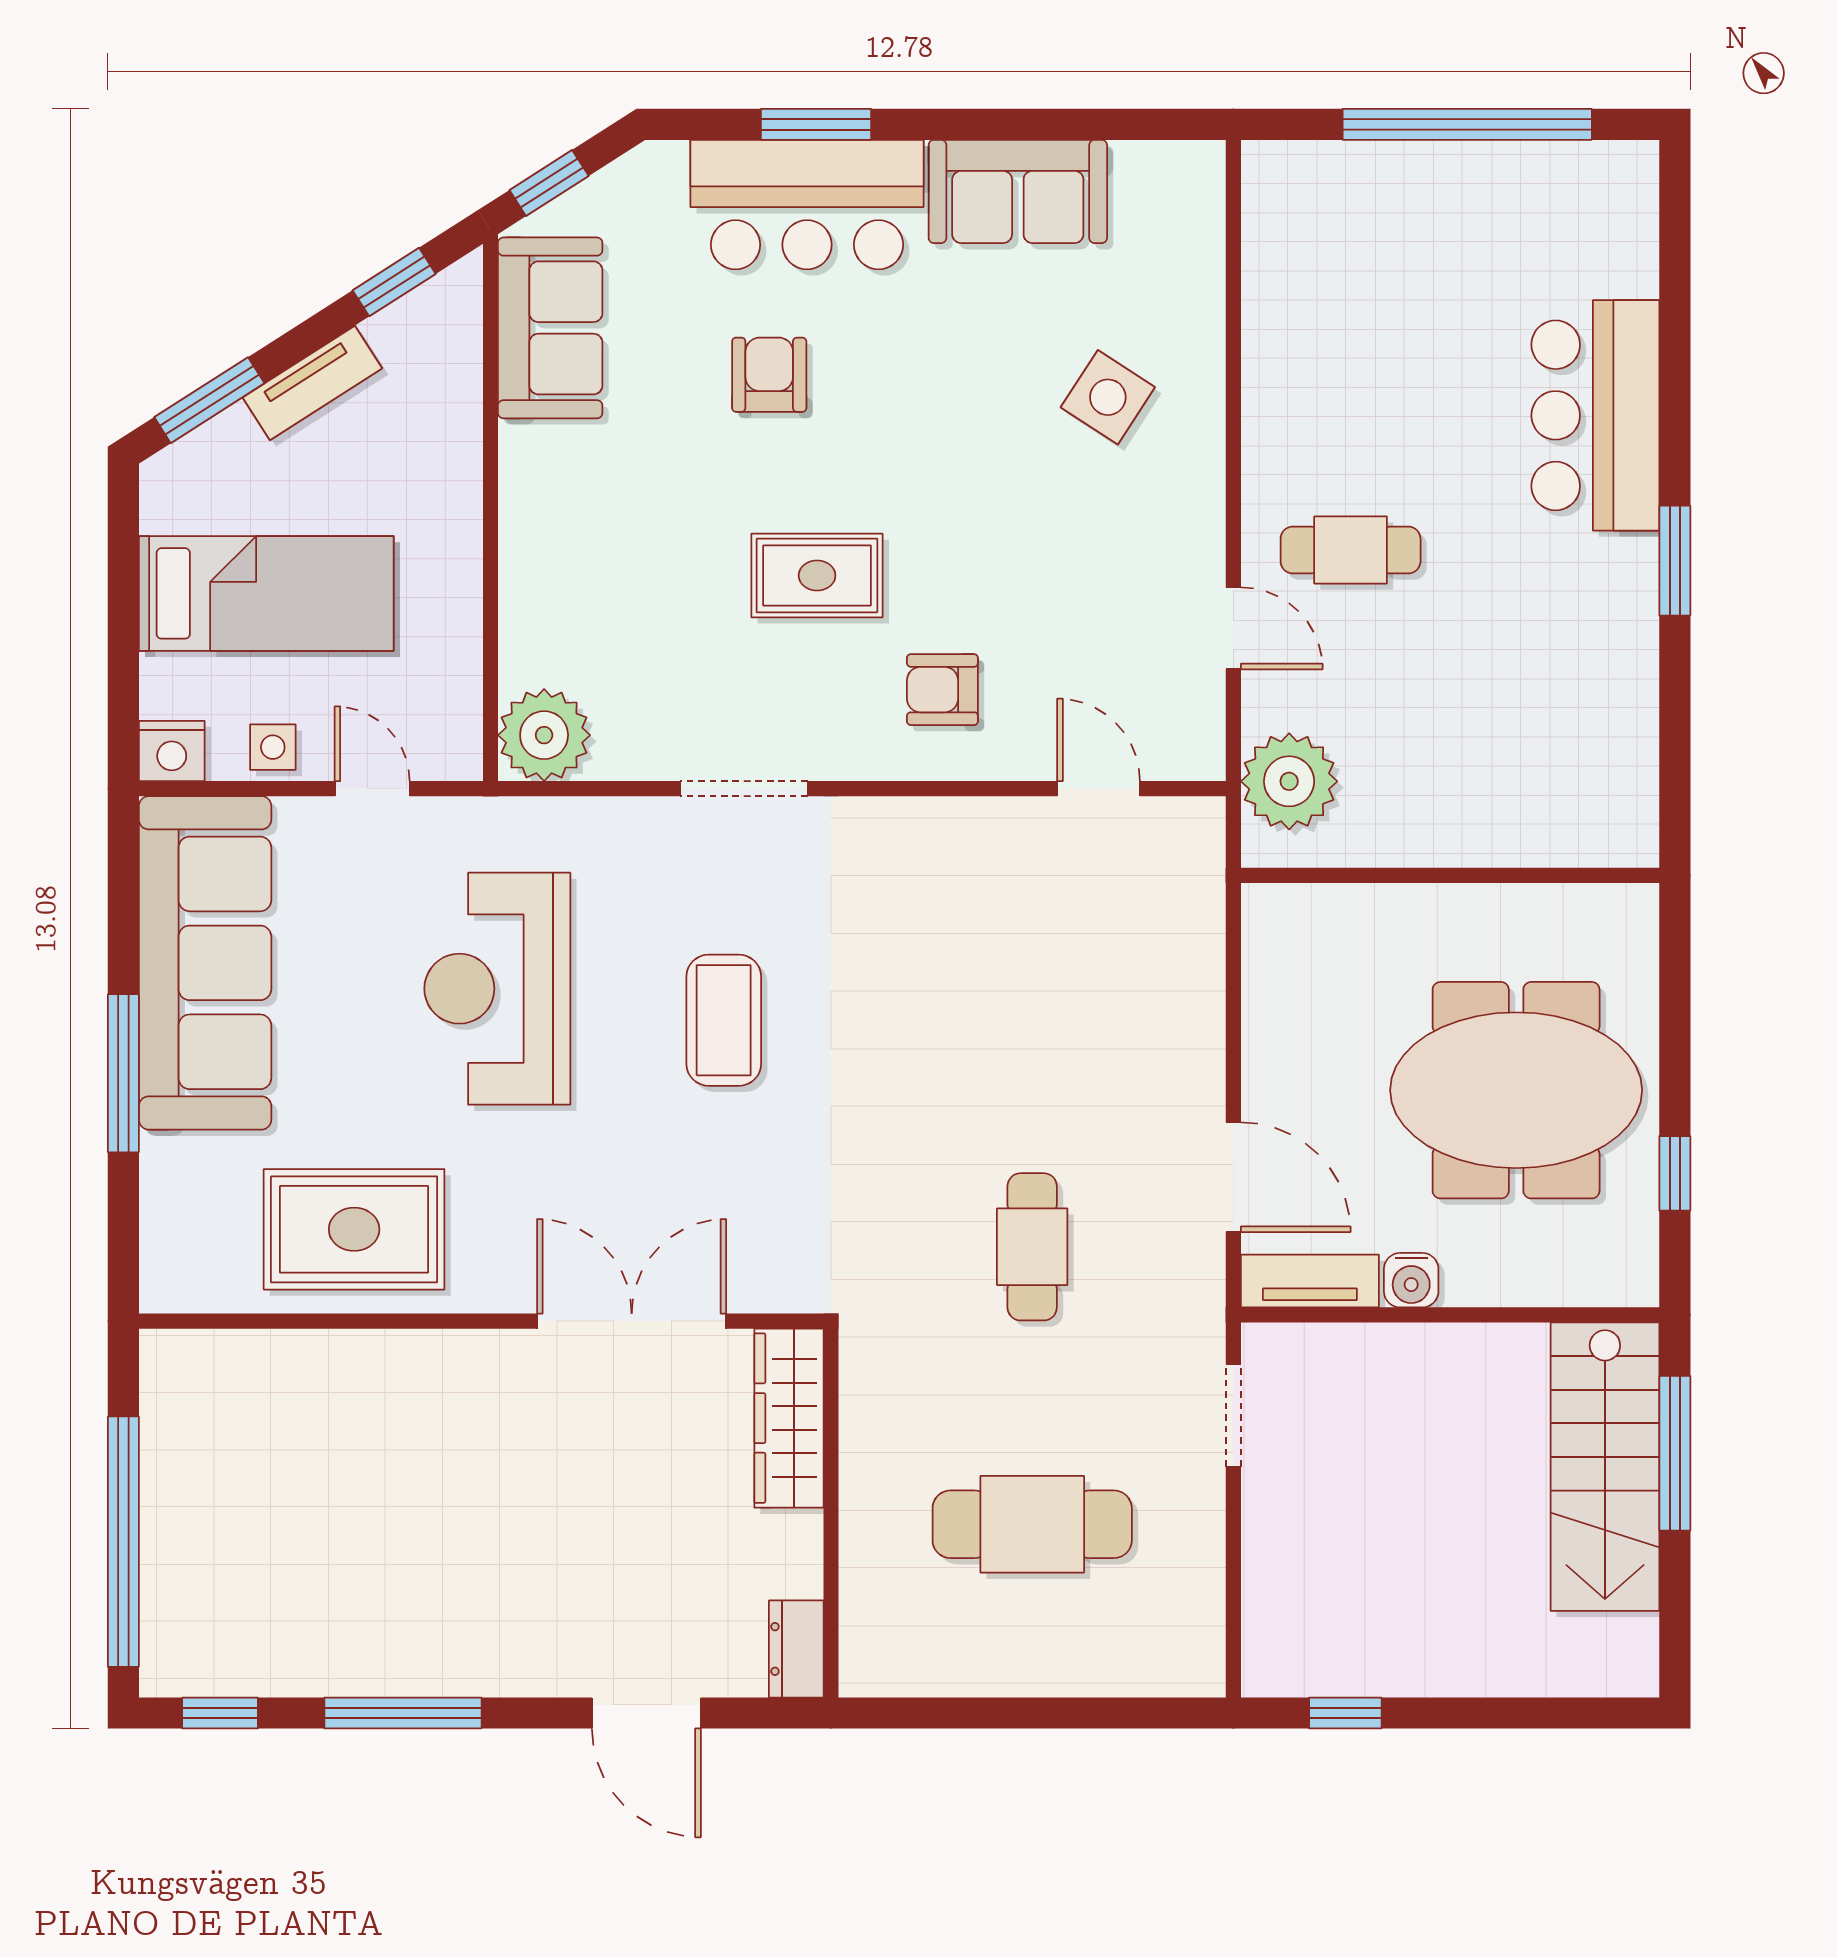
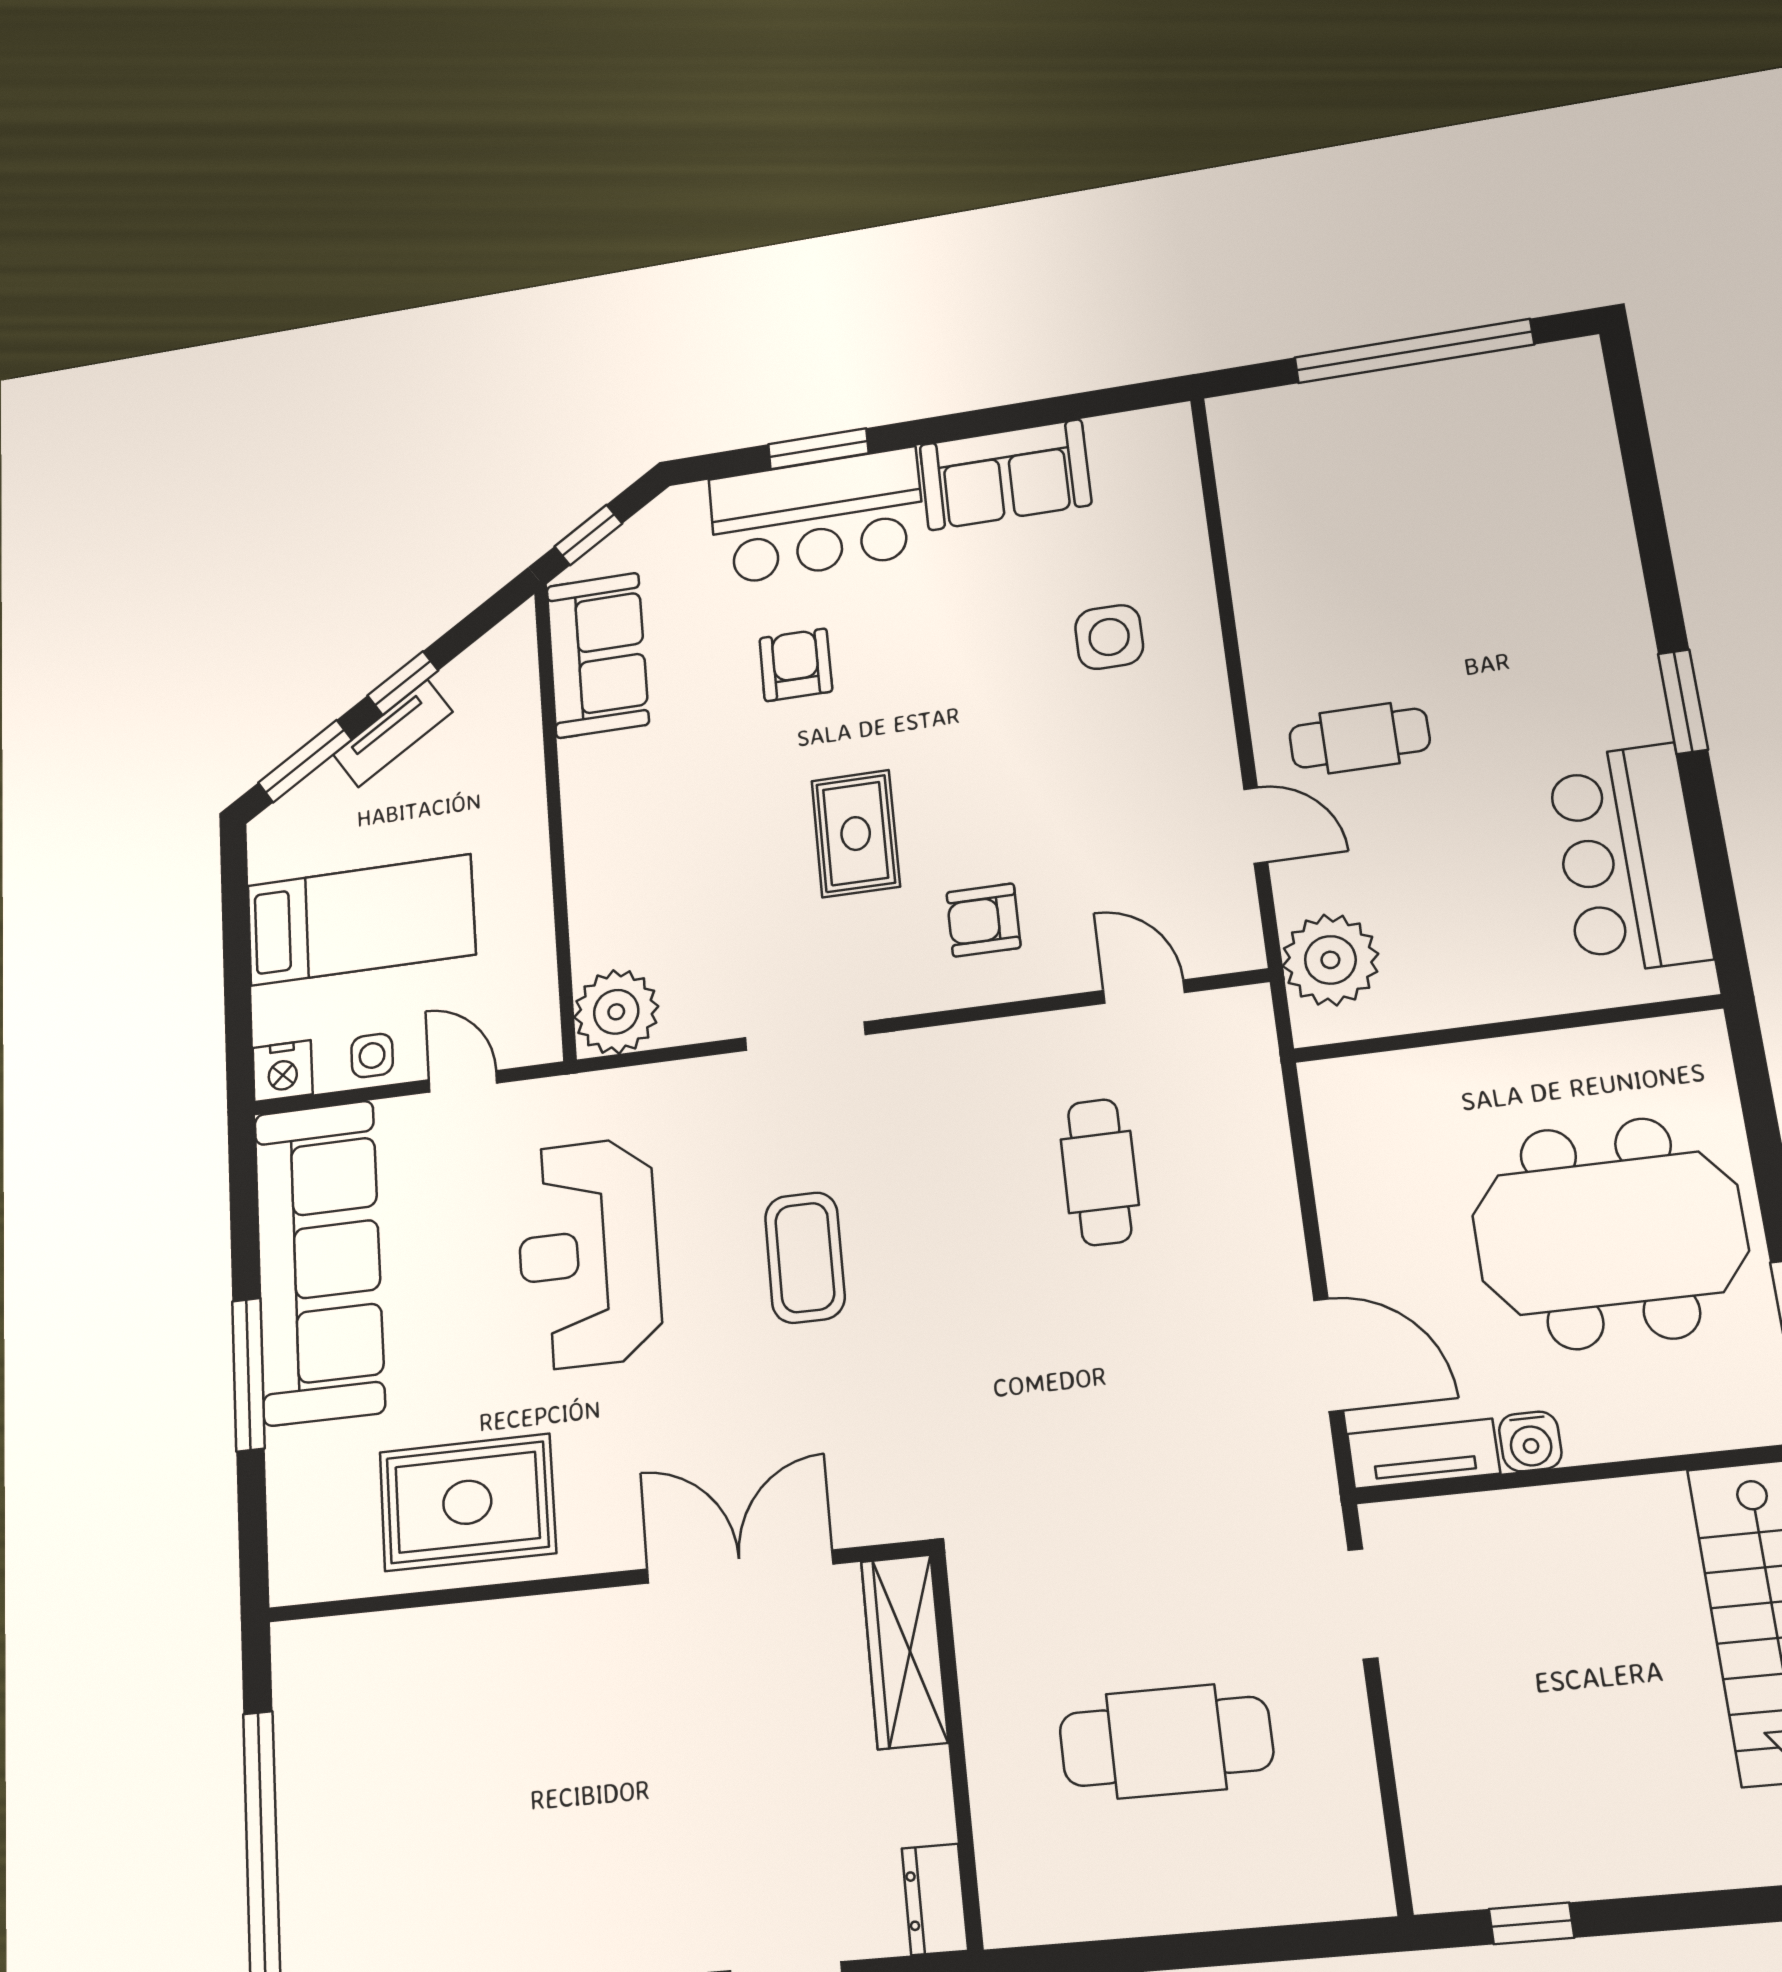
window: (394, 282) -> (403, 683), moved
side table: (1108, 397) -> (1109, 637), turned -33
bar counter: (1595, 415) -> (1629, 858), moved
rug: (817, 575) -> (856, 834), turned 90
cafe table: (1032, 1247) -> (1100, 1172), moved

